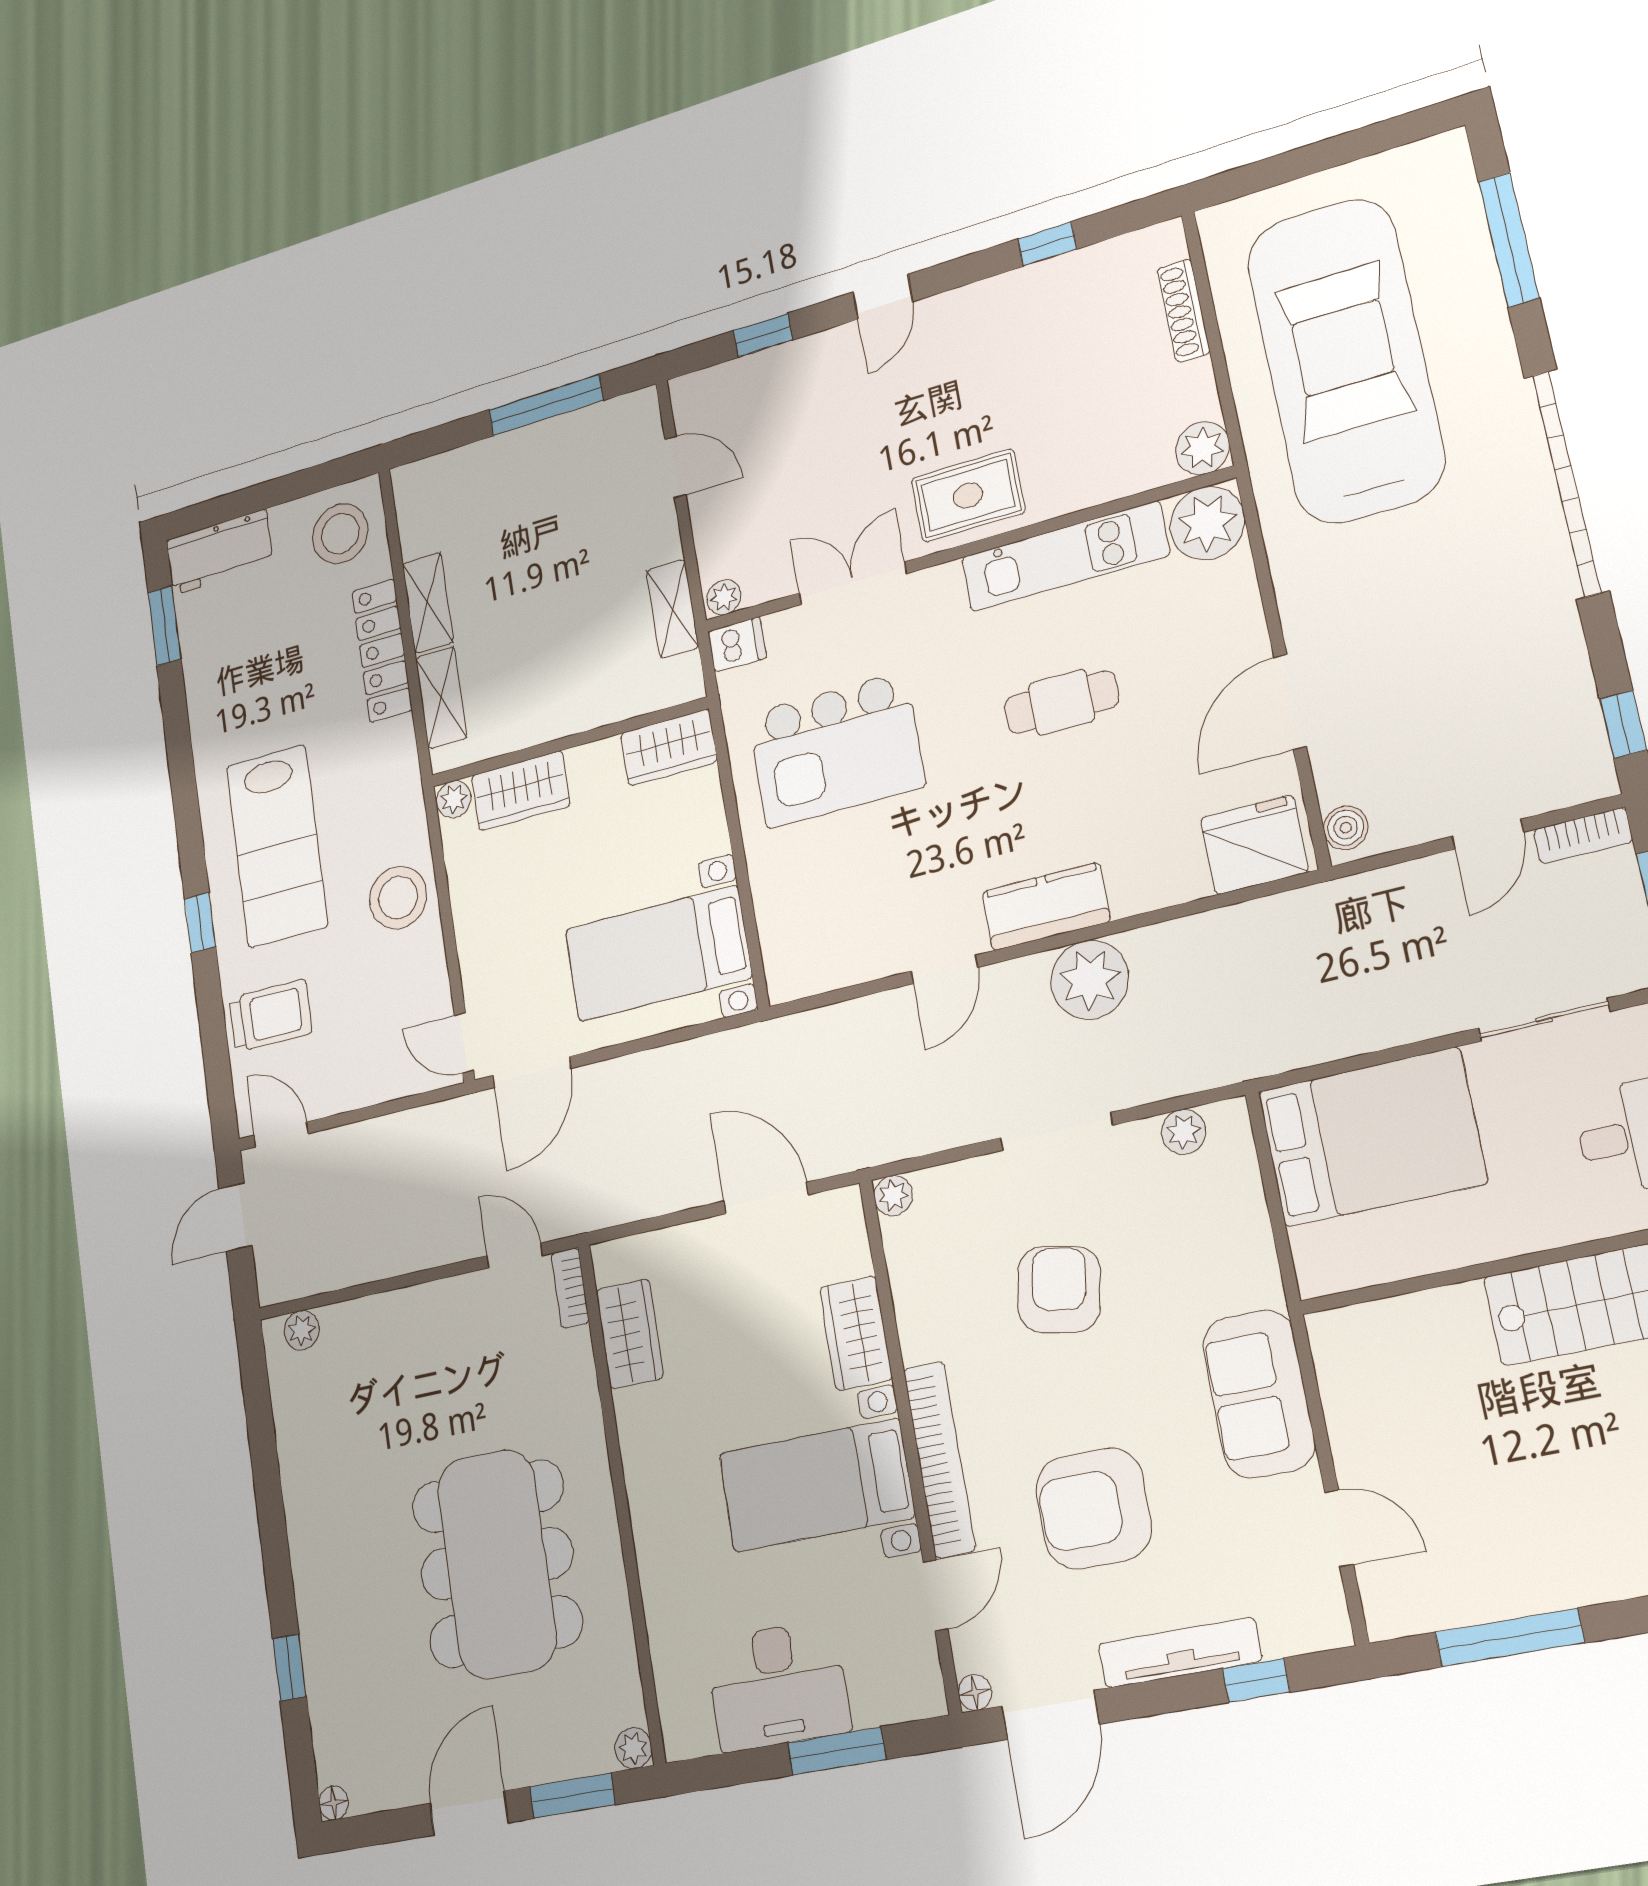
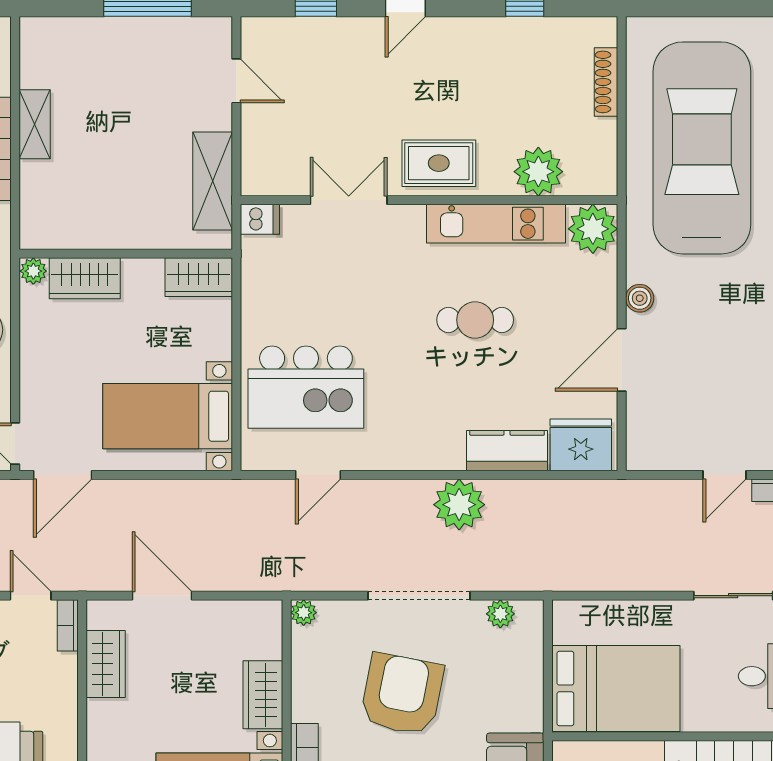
plant: (1202, 448) -> (538, 172), moved, width x1.36, depth x1.36
plant: (724, 597) -> (256, 184), removed
shelving: (673, 609) -> (213, 181), width x1.50, depth x1.33
shelving: (441, 698) -> (35, 196), removed
kitchen island: (836, 750) -> (306, 387), moved
boiler: (1346, 828) -> (640, 298), moved
kitchen counter: (1046, 906) -> (507, 451), moved
door: (944, 969) -> (318, 475), moved
doorway: (1056, 1131) -> (419, 596), width x1.36
bed: (1372, 1137) -> (616, 688), moved
door: (766, 1198) -> (162, 596), moved
armchair: (1059, 1289) -> (402, 694), width x1.36, depth x1.36

